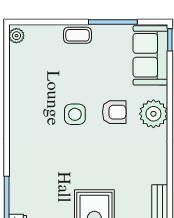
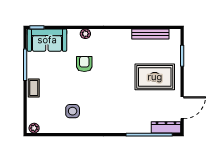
side table: (75, 114) -> (73, 111), moved
plant: (153, 114) -> (85, 34), width x0.53, depth x0.53

